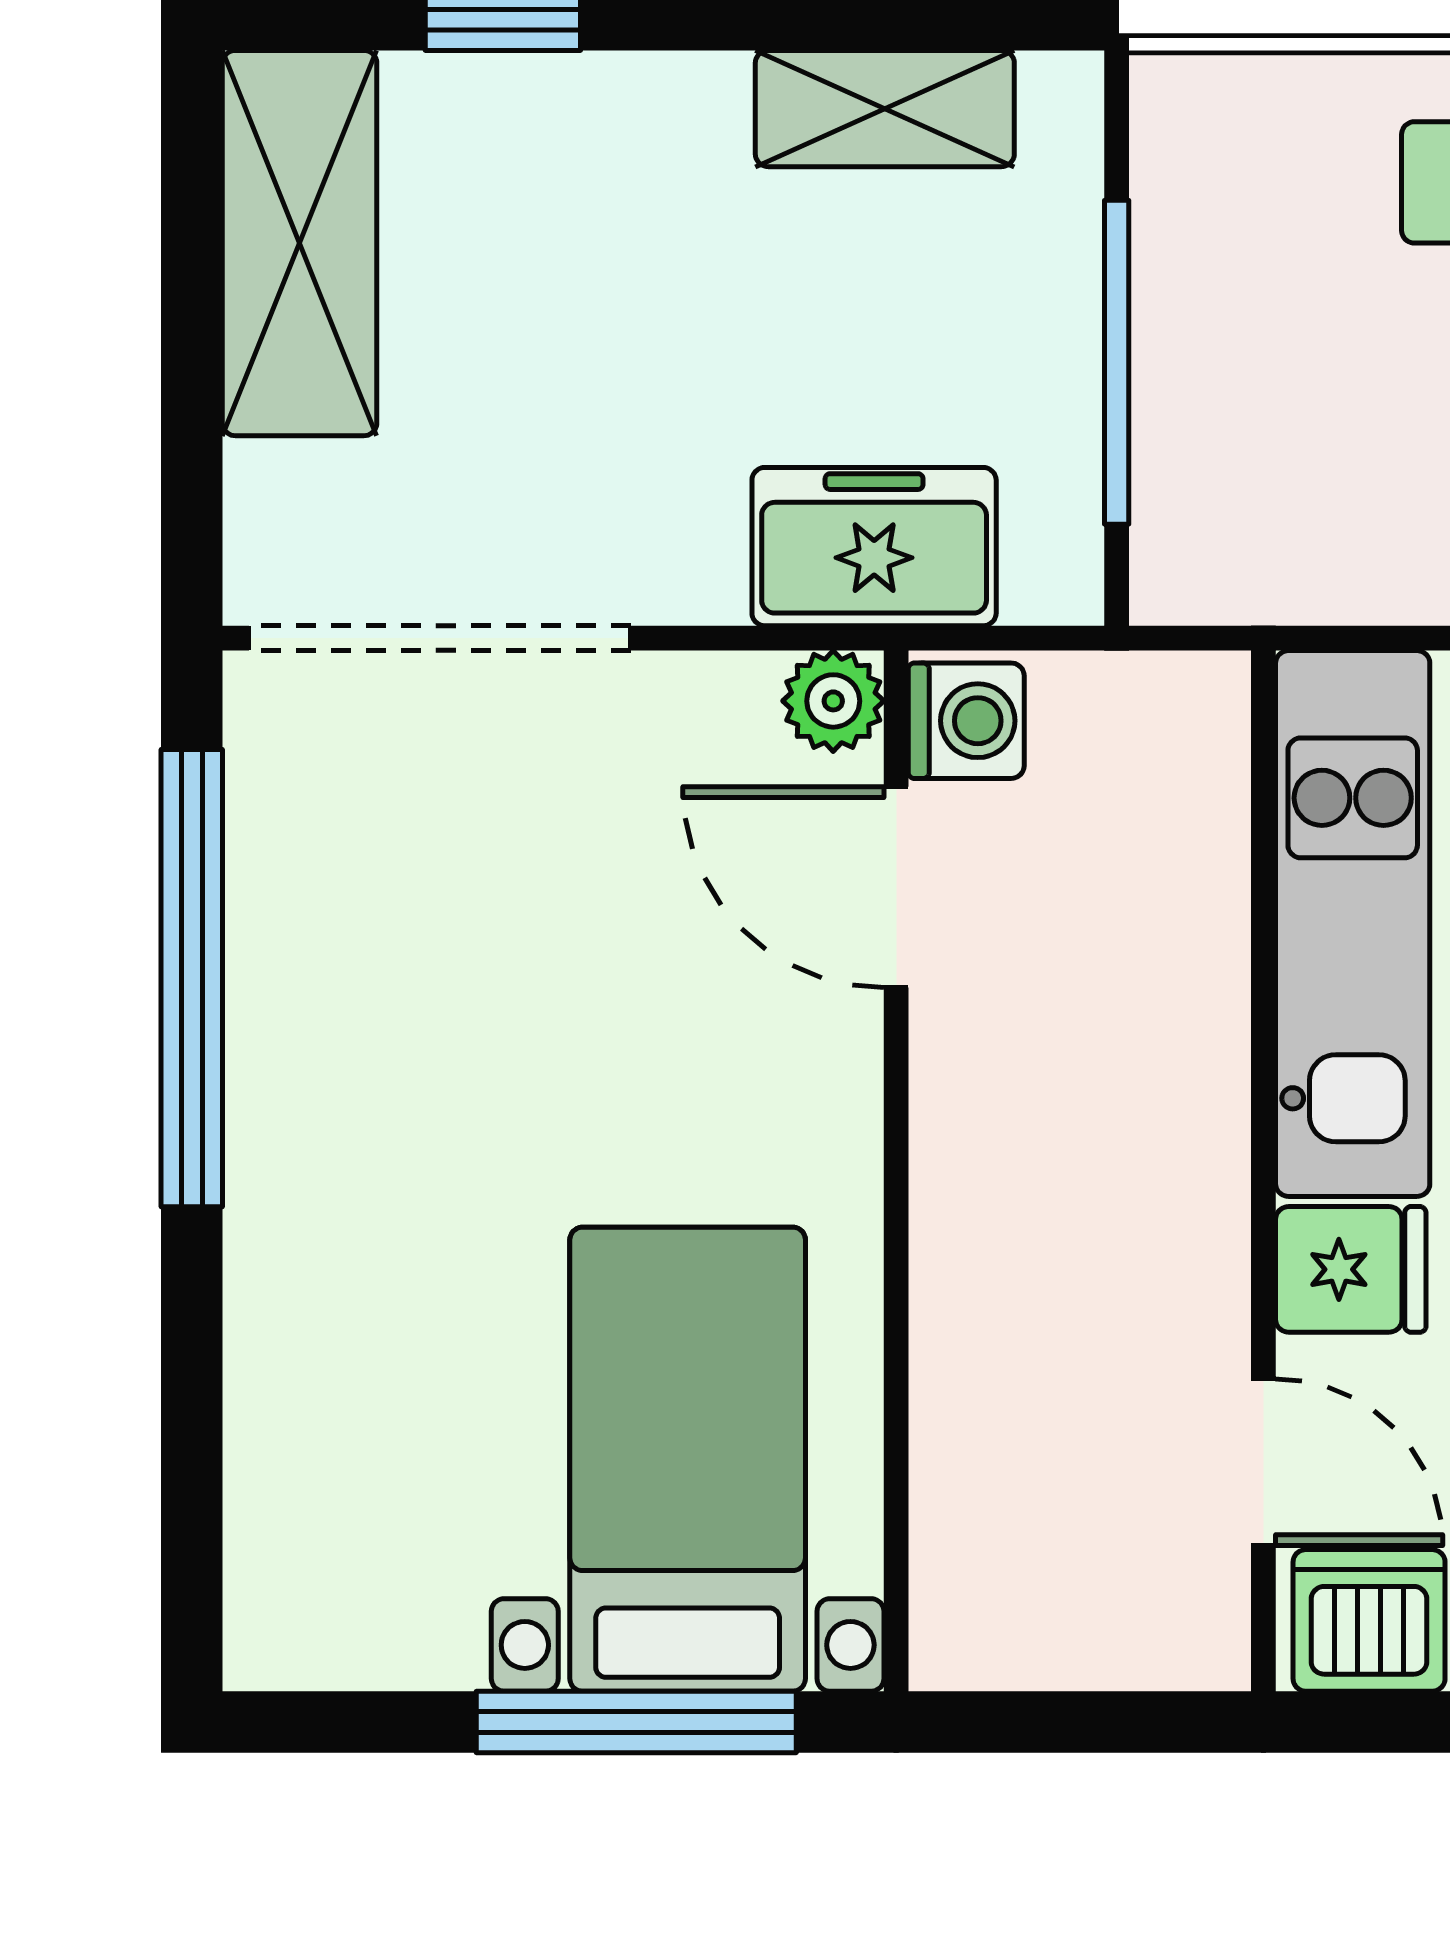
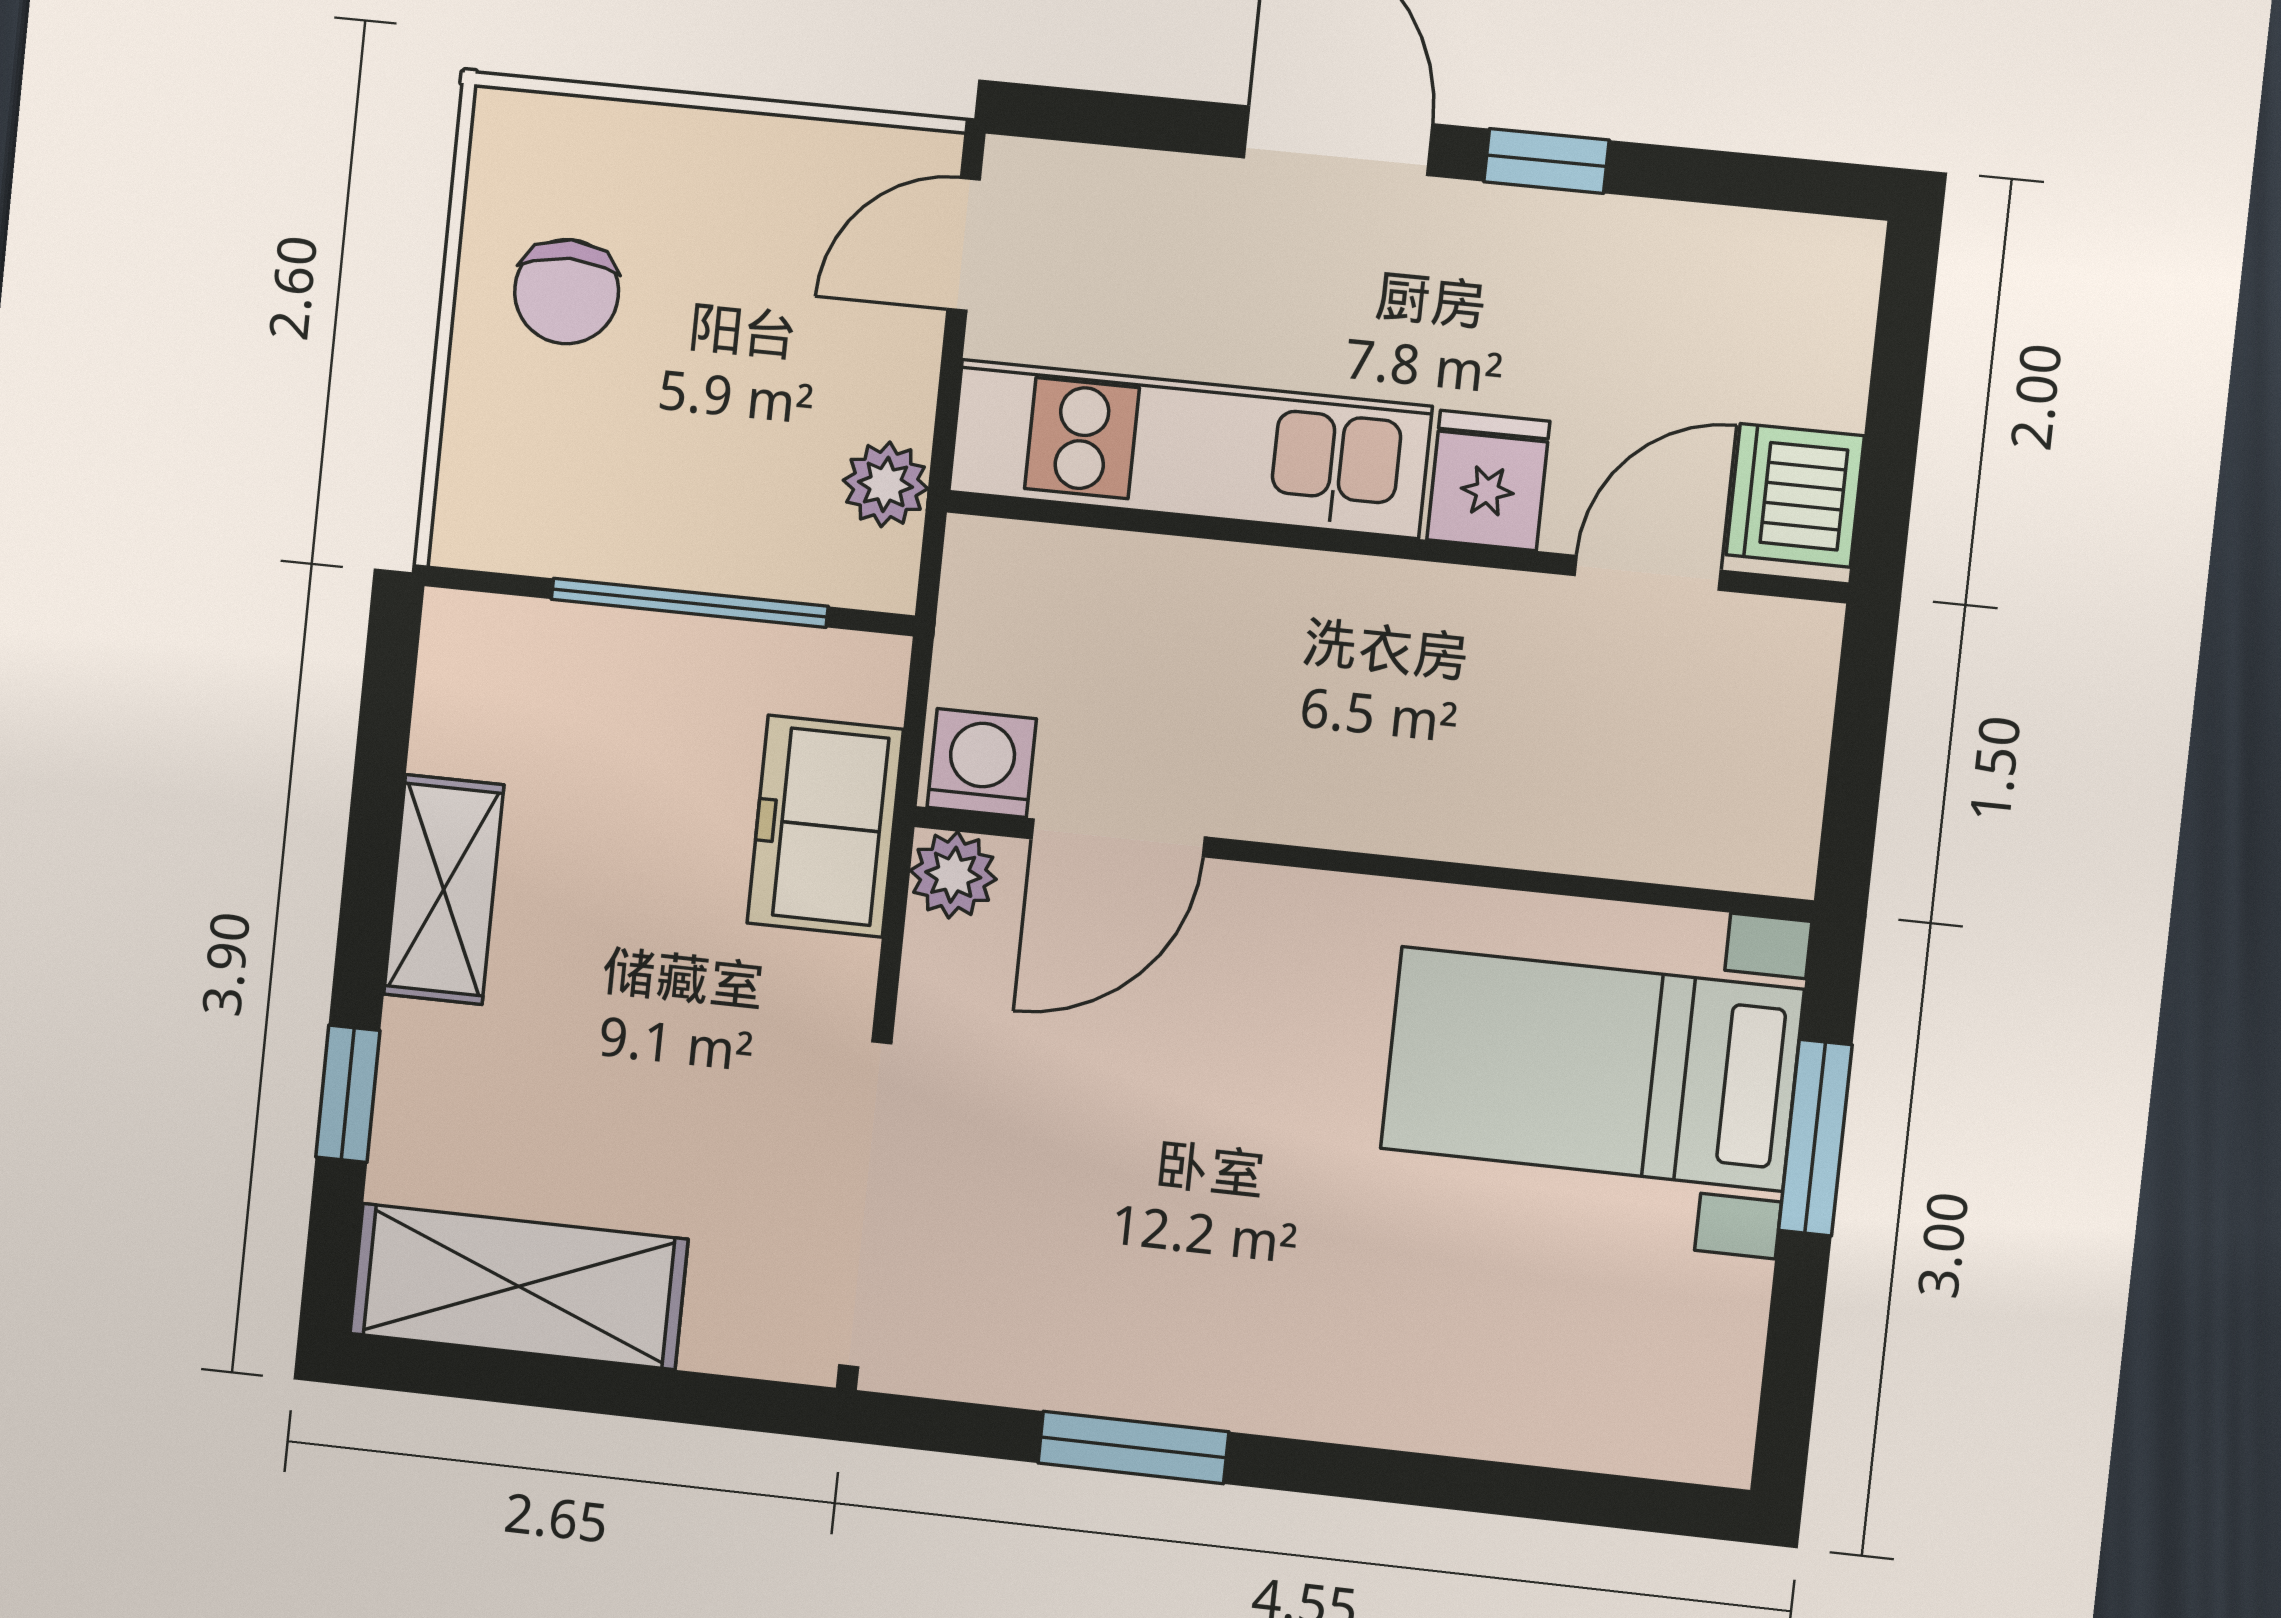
shelving: (885, 109) -> (444, 890), moved
plant: (1277, 576) -> (886, 484), added
window: (192, 978) -> (1133, 1447), width x0.47
window: (636, 1722) -> (1815, 1138), width x0.69

